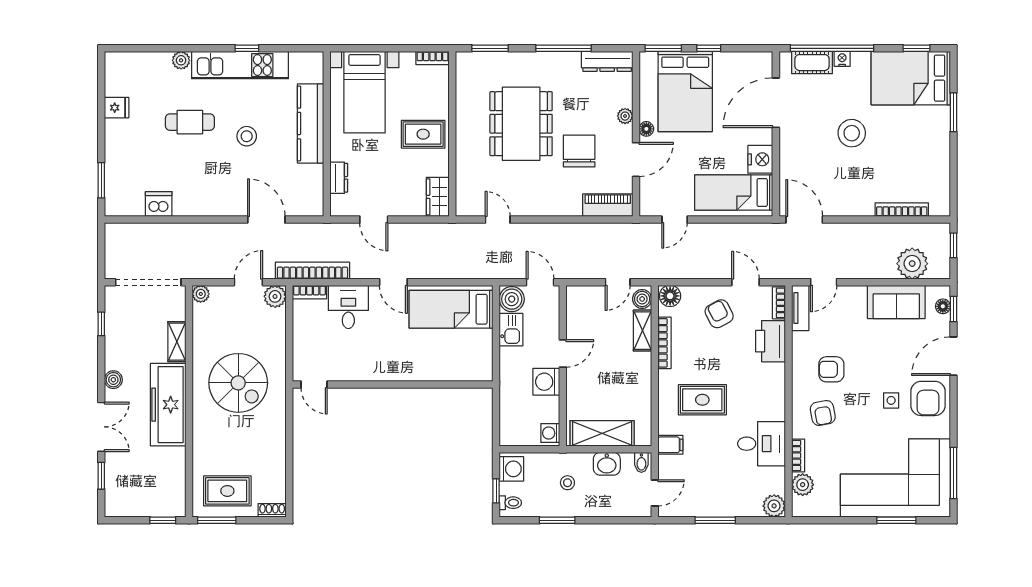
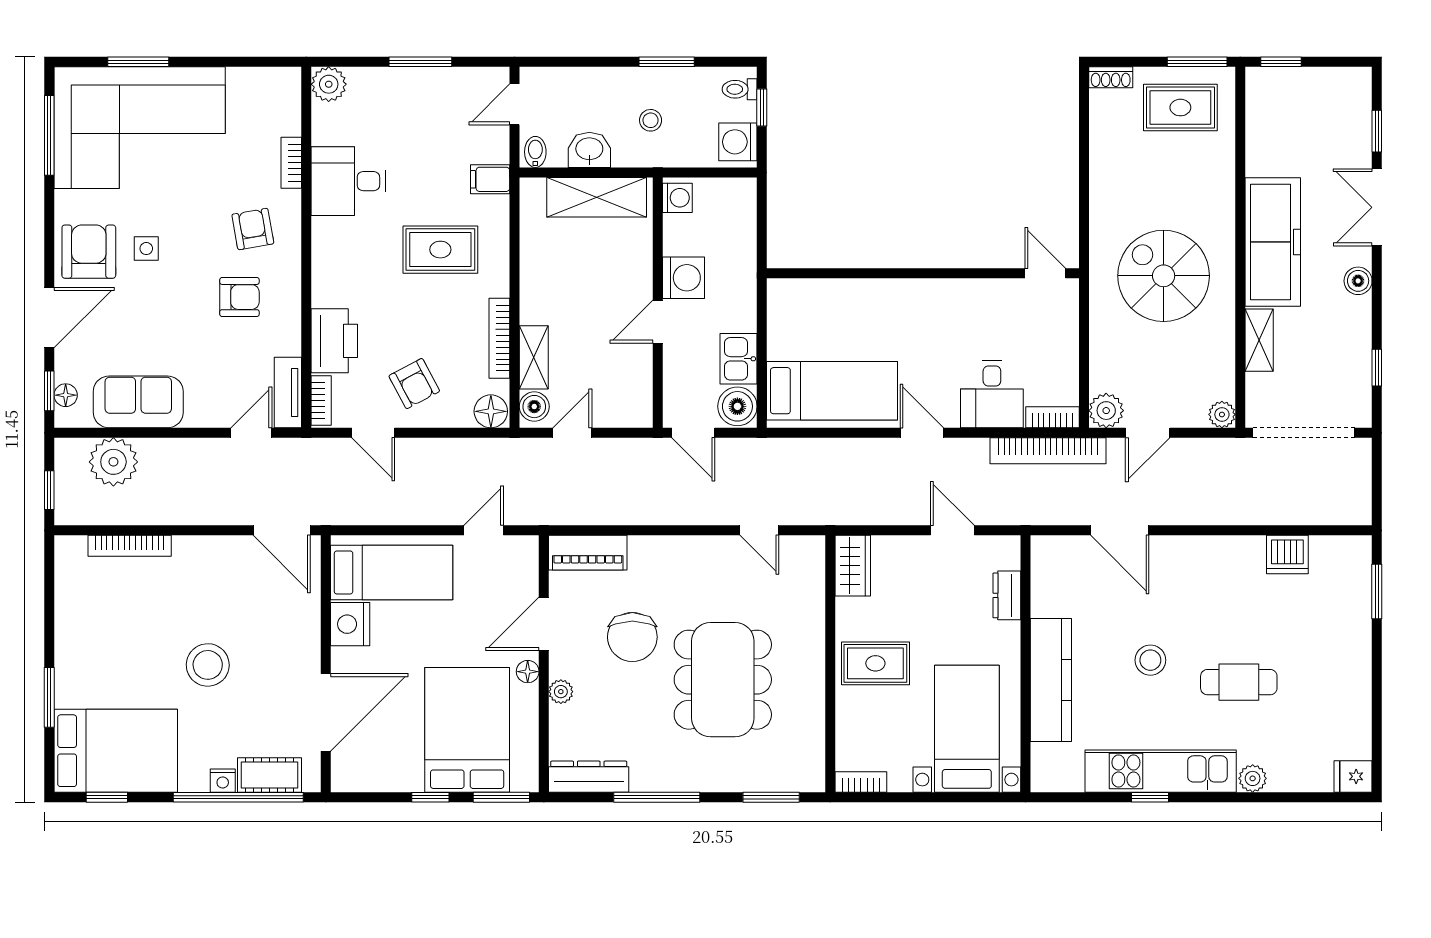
fridge: (117, 108) -> (1353, 776), moved
plant: (803, 485) -> (284, 117), removed

